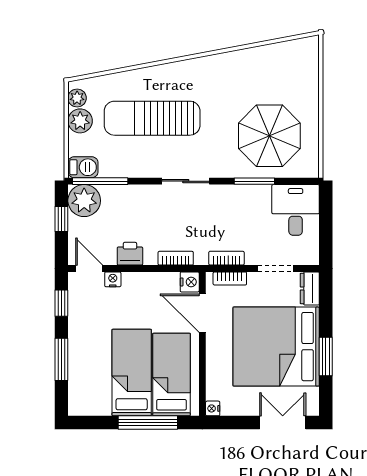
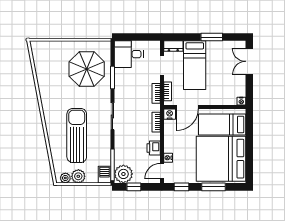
sun lounger: (152, 118) -> (77, 135), turned 180
bed: (276, 347) -> (195, 65), width x0.49
bed: (132, 373) -> (221, 159), width x2.04
window: (148, 423) -> (249, 138), removed

